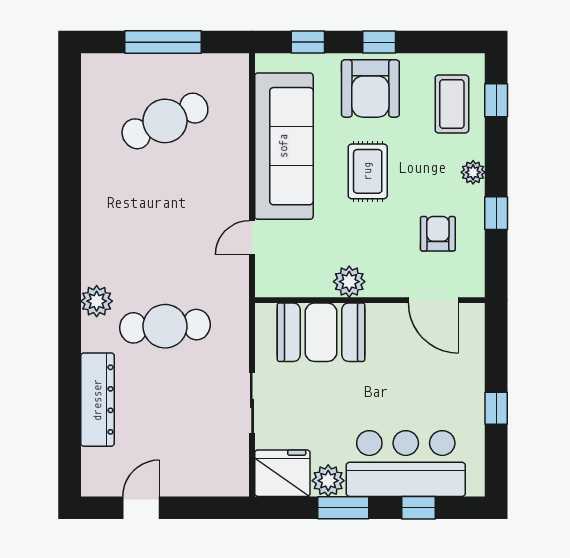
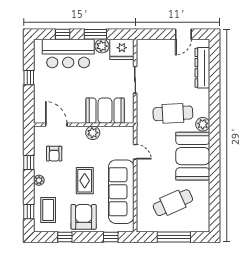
window: (379, 42) -> (65, 237), moved
booth: (120, 228) -> (193, 156), added
door: (252, 238) -> (135, 152), hinge flipped
dresser: (98, 400) -> (202, 68), moved

